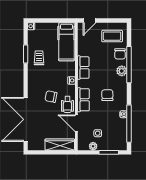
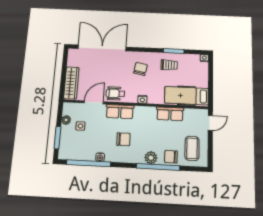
door: (89, 21) -> (210, 123), swing flipped
row of seats: (83, 68) -> (170, 114), moved
chair: (51, 97) -> (140, 69), moved

